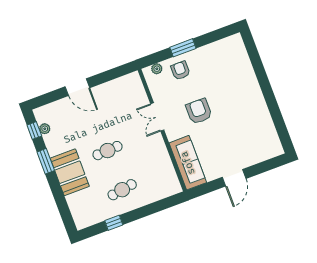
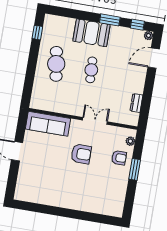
dresser: (114, 85) -> (136, 103), added
door: (77, 87) -> (154, 58), moved
plant: (45, 129) -> (148, 36), moved
cafe table: (122, 190) -> (56, 64), width x1.37, depth x1.35
window: (114, 223) -> (37, 33), moved

